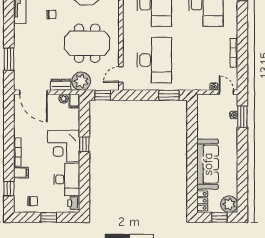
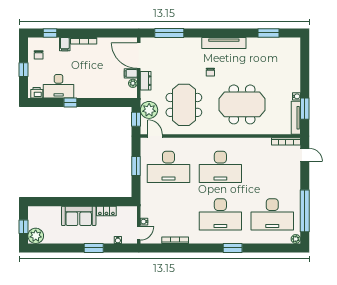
window: (9, 59) -> (169, 33), width x1.44
plant: (81, 81) -> (149, 110), moved
door: (33, 92) -> (139, 56), hinge flipped
window: (169, 95) -> (136, 166), moved
filing cabinet: (74, 101) -> (131, 73), moved
window: (242, 117) -> (94, 248), moved
window: (84, 144) -> (70, 102), moved
corner desk: (64, 146) -> (89, 83), removed
sofa: (208, 164) -> (79, 216), width x0.73
locker: (202, 201) -> (106, 211), moved

